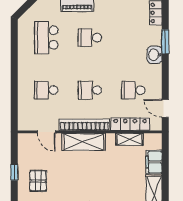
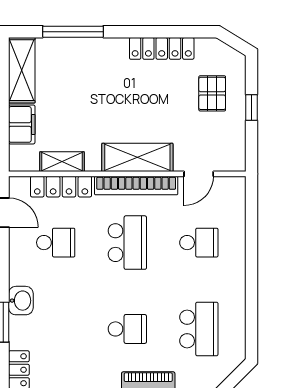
school desk: (90, 90) -> (127, 243), width x1.85
door: (46, 132) -> (199, 174), swing flipped

